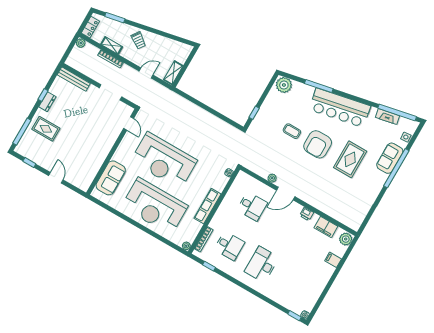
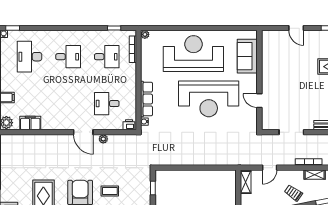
door: (129, 123) -> (259, 101), moved
reception desk: (164, 161) -> (209, 99), turned 180
door: (286, 194) -> (83, 132), swing flipped
row of seats: (208, 206) -> (146, 99), moved
printer: (307, 214) -> (129, 125), moved
desk: (229, 246) -> (107, 57), turned 180
desk: (262, 265) -> (68, 57), width x0.73
desk: (294, 283) -> (29, 57), added

